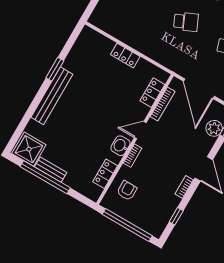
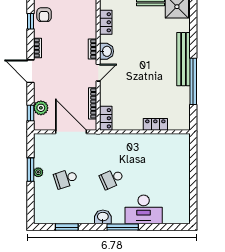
locker: (125, 56) -> (155, 124), moved
window: (55, 69) -> (193, 81), width x2.11
locker: (152, 93) -> (106, 118), moved
armchair: (127, 191) -> (44, 15), moved

